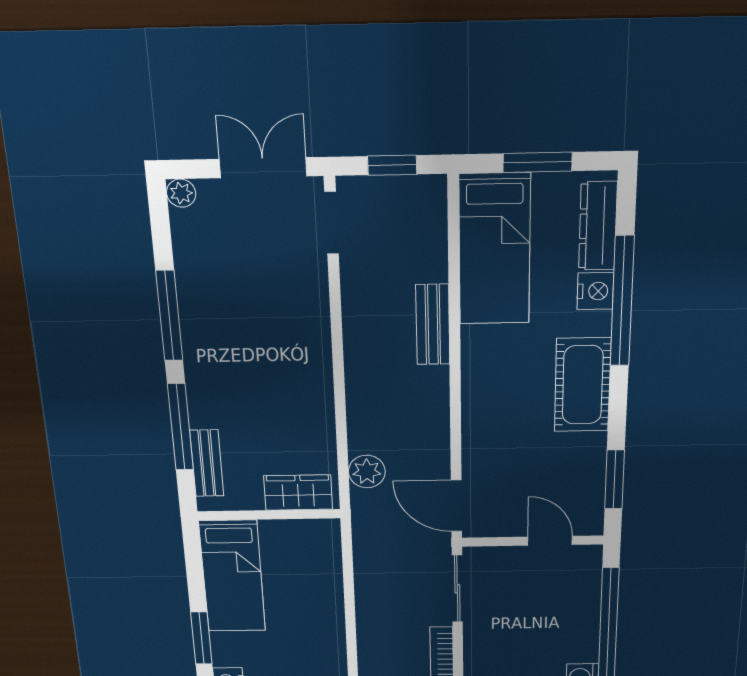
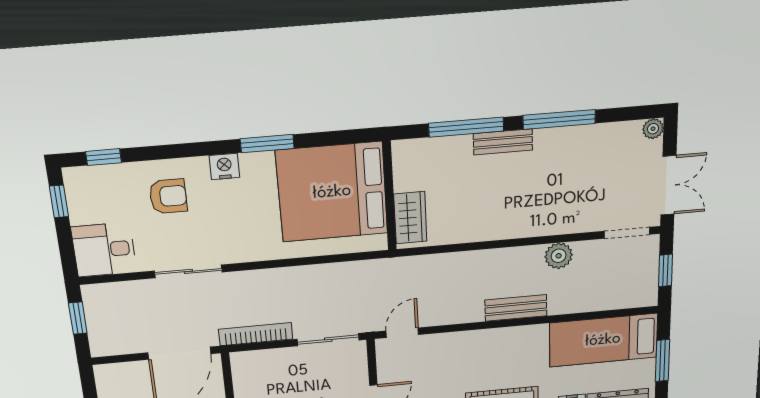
bench: (433, 325) -> (516, 308), moved
bench: (207, 463) -> (503, 142), moved
plant: (367, 472) -> (559, 256), moved
door: (456, 506) -> (402, 333), width x0.73
bed: (232, 576) -> (332, 192), width x2.04

